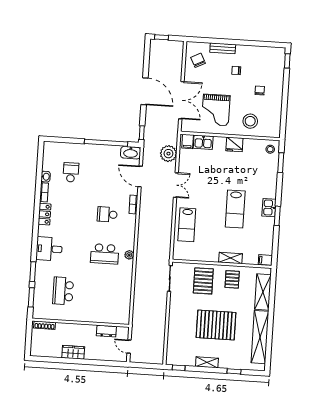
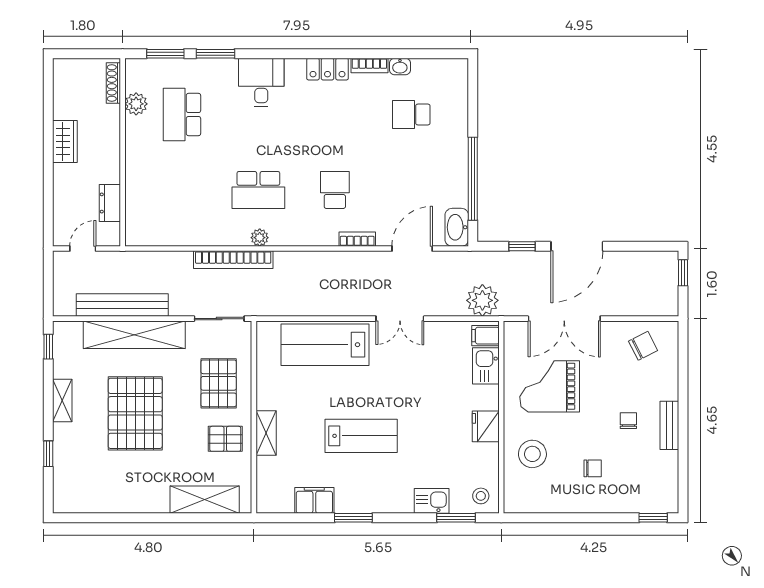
bench: (223, 48) -> (669, 425), moved
window: (142, 133) -> (522, 246), moved
plant: (168, 154) -> (482, 300), moved
school desk: (71, 172) -> (411, 115), turned 180
kitchen sink: (269, 208) -> (432, 501), moved
lab bench: (235, 209) -> (361, 436), turned 180
lab bench: (187, 225) -> (325, 345), width x1.36, depth x1.39
school desk: (105, 254) -> (258, 190), turned -90
filing cabinet: (265, 260) -> (314, 500), moved, width x2.00
bookcase: (140, 269) -> (233, 260), added
pallet: (203, 281) -> (219, 383), turned 90
school desk: (63, 291) -> (182, 115), turned -90
plant: (56, 314) -> (136, 104), added
bench: (160, 328) -> (122, 305), added
shelving: (260, 337) -> (134, 335), moved

